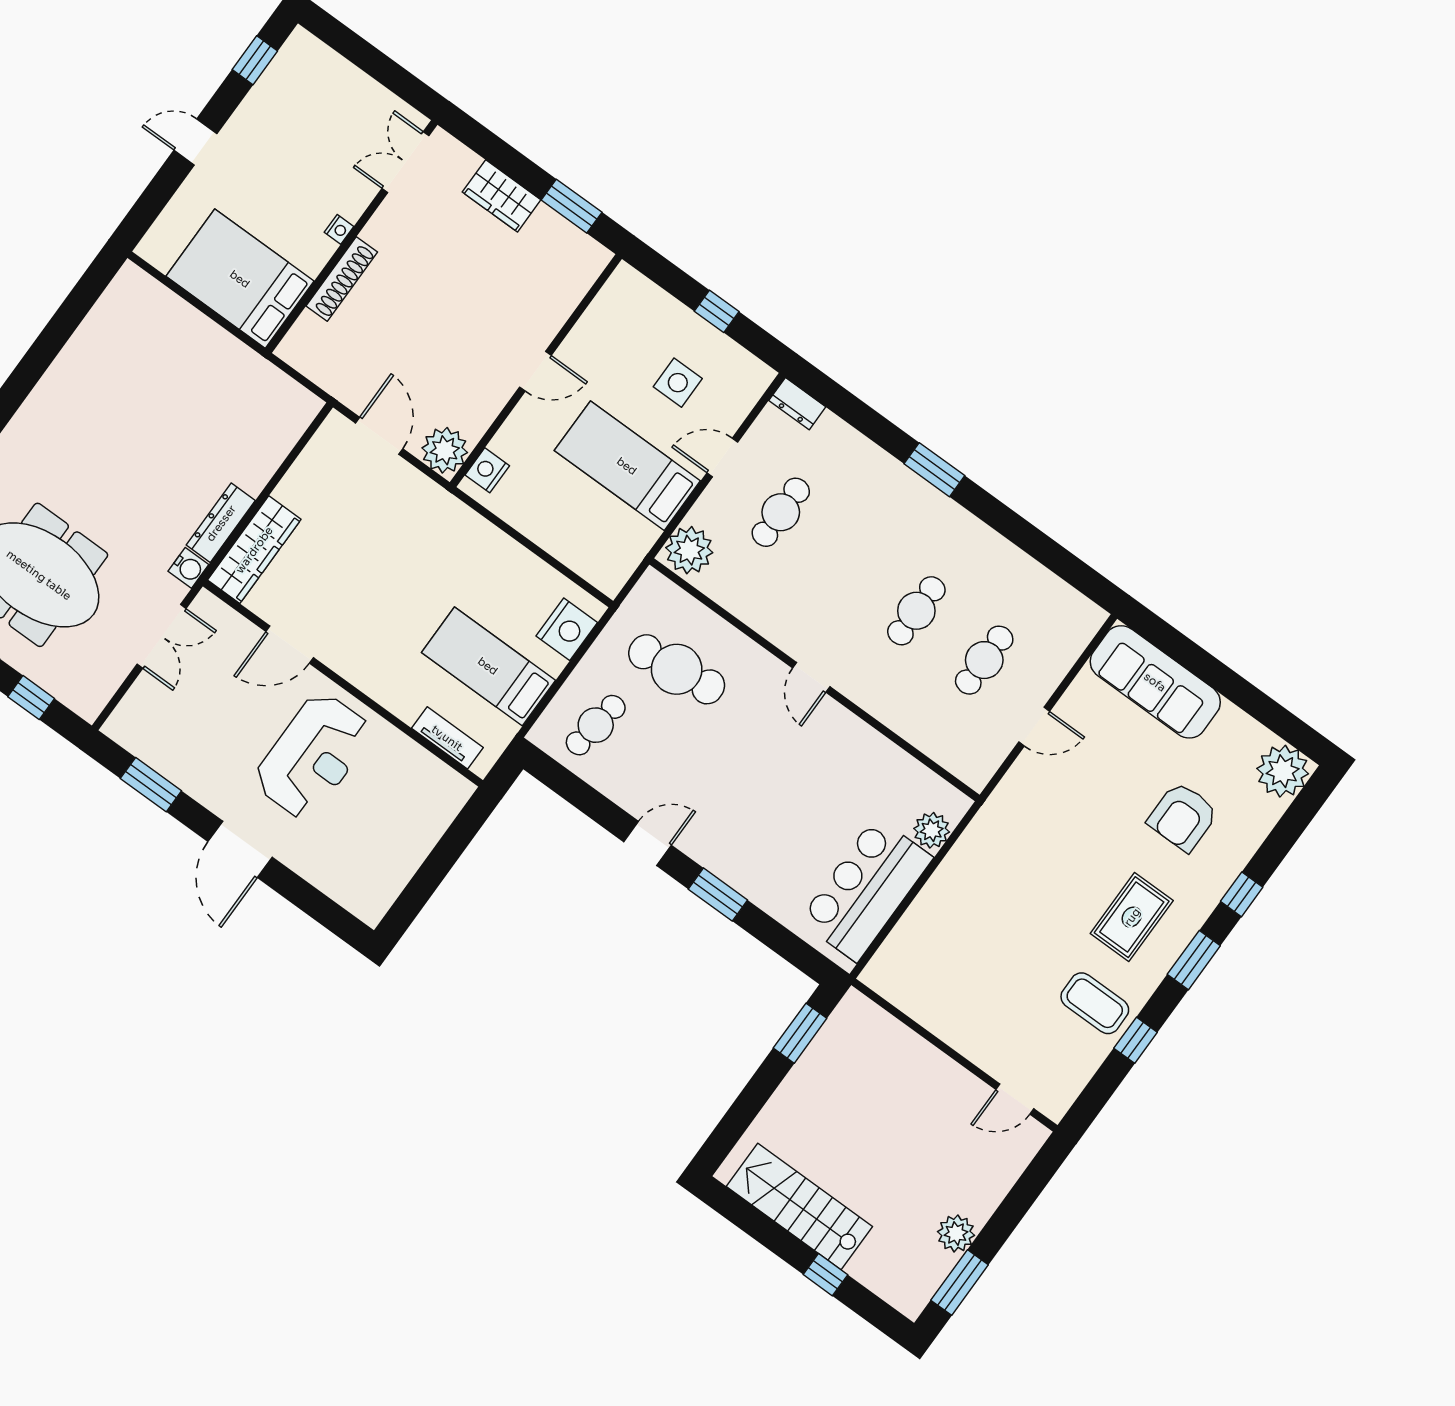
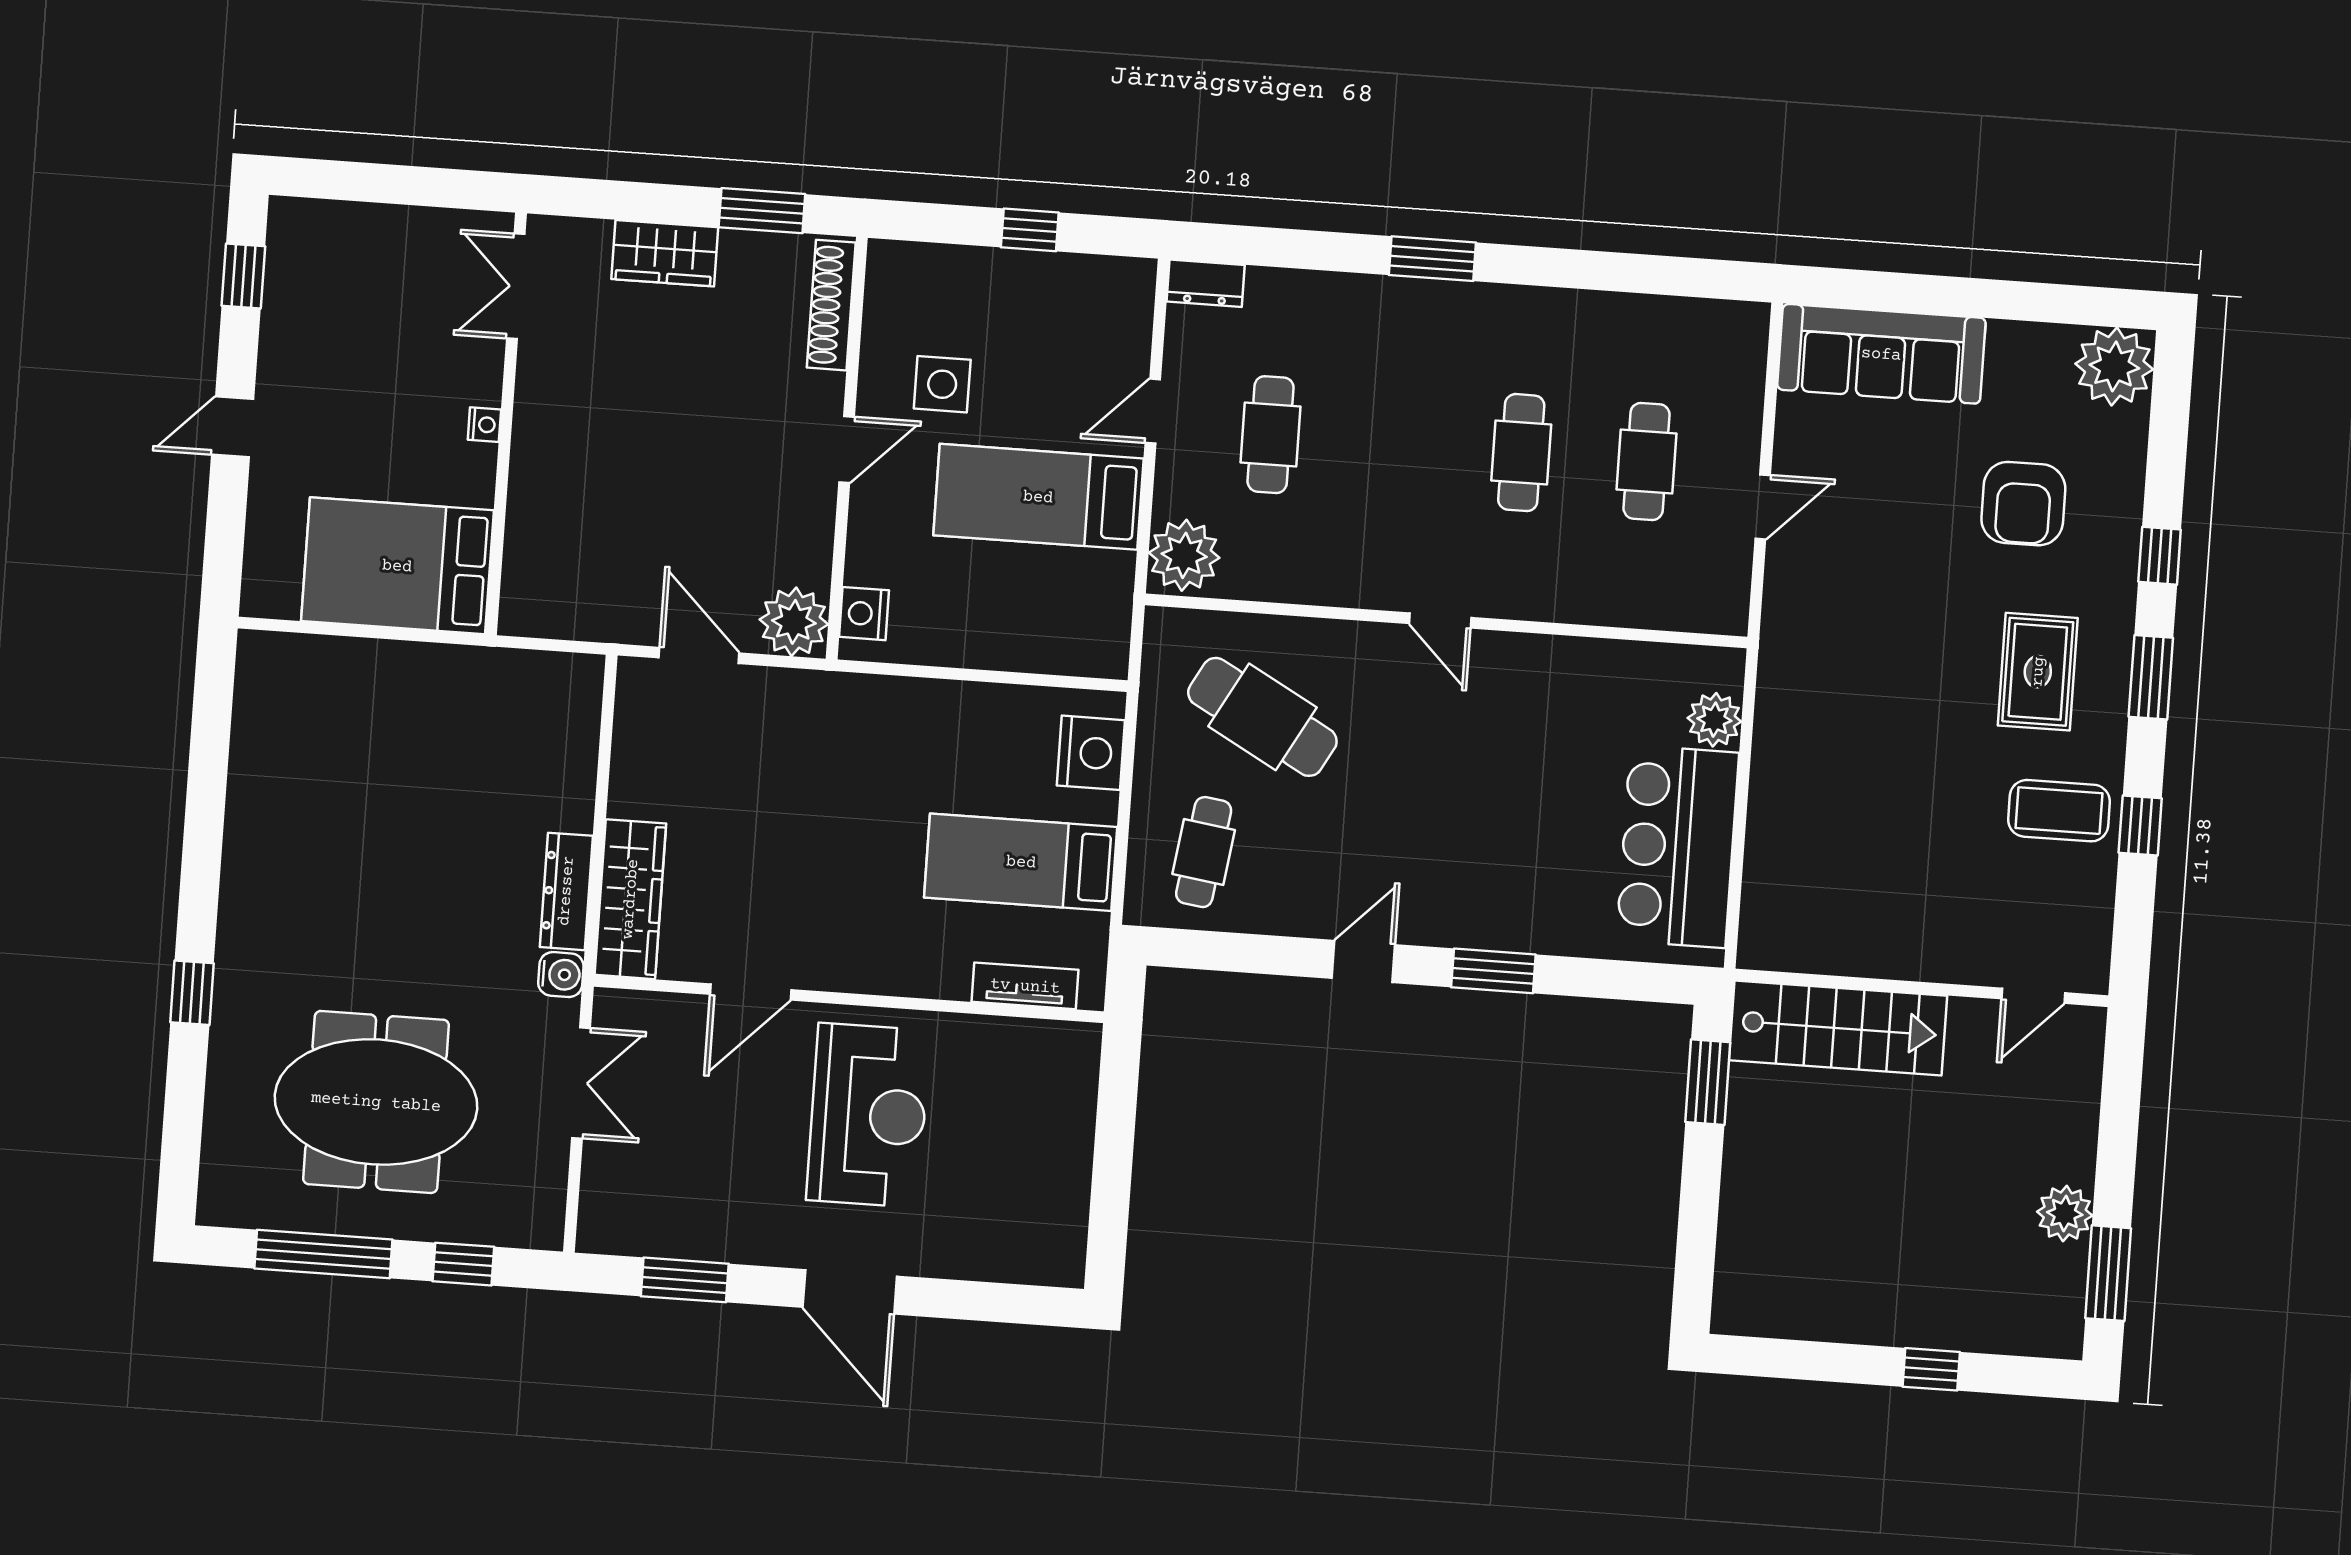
shoe rack: (342, 279) -> (831, 305), moved, turned 180
side table: (678, 383) -> (942, 384), moved
cafe table: (677, 669) -> (1262, 717), turned 36
stairs: (799, 1207) -> (1838, 1028), moved, turned 180

